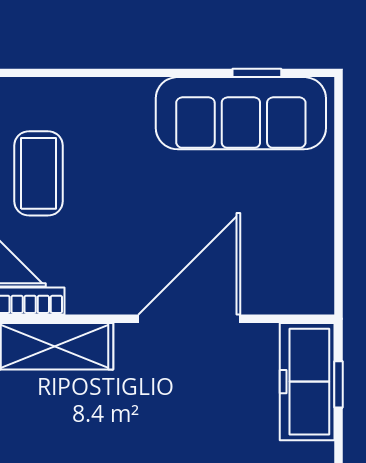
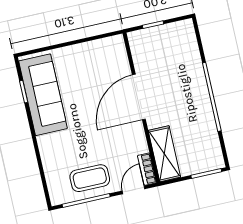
door: (189, 319) -> (139, 97), hinge flipped
freezer: (307, 382) -> (155, 39), removed

